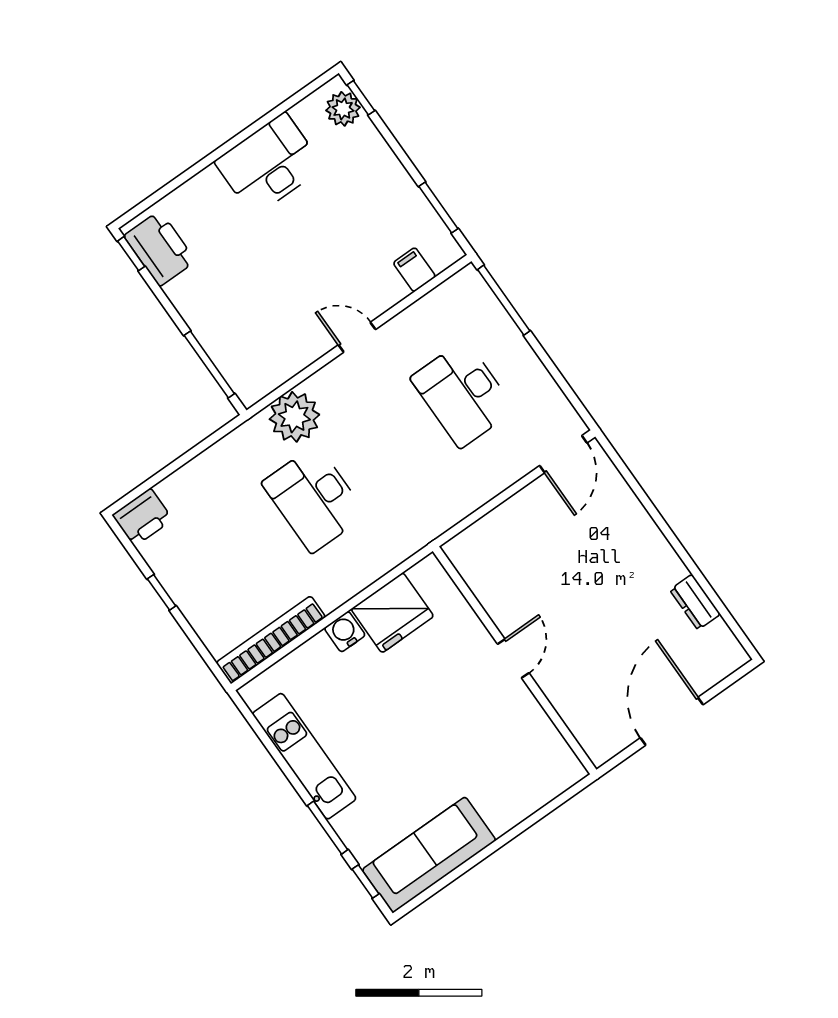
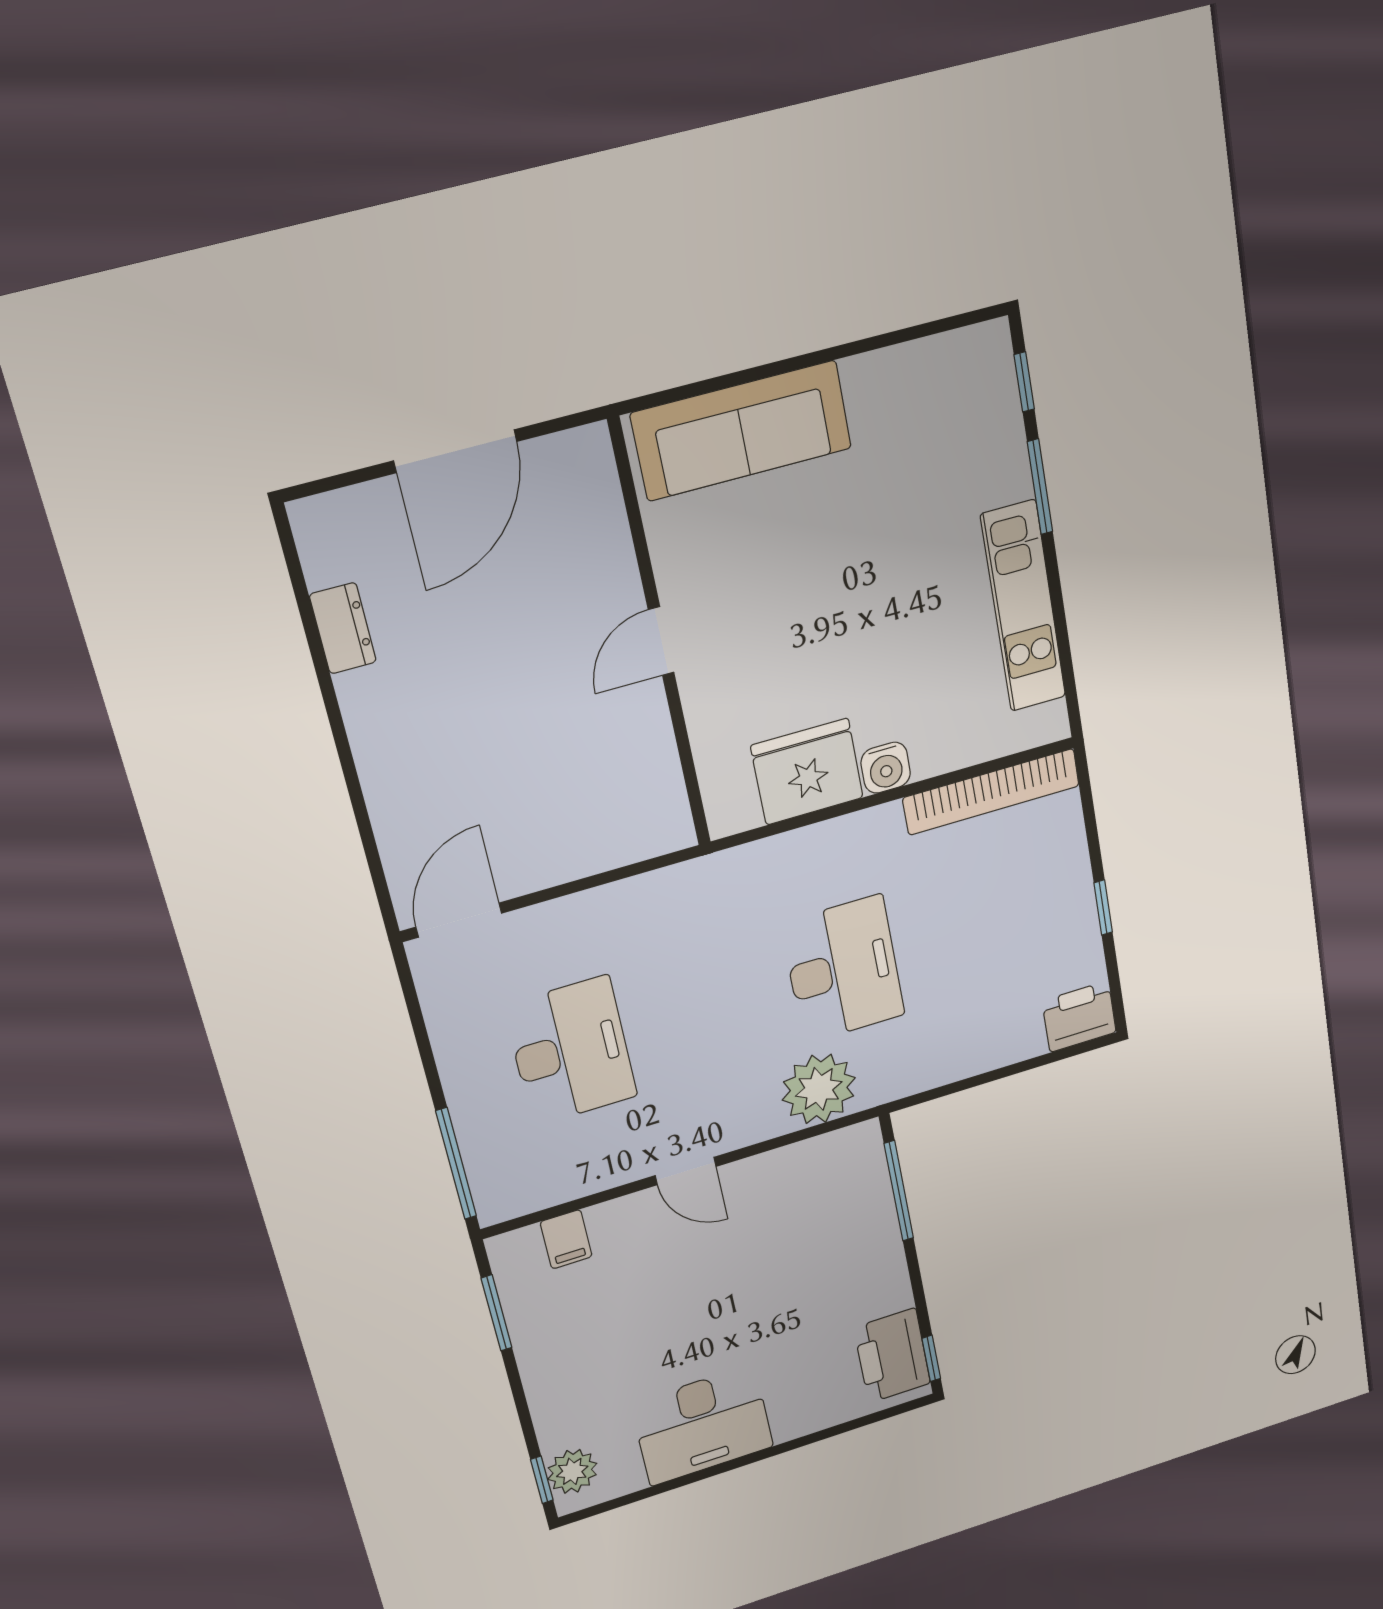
sofa: (429, 855) -> (742, 431), moved

